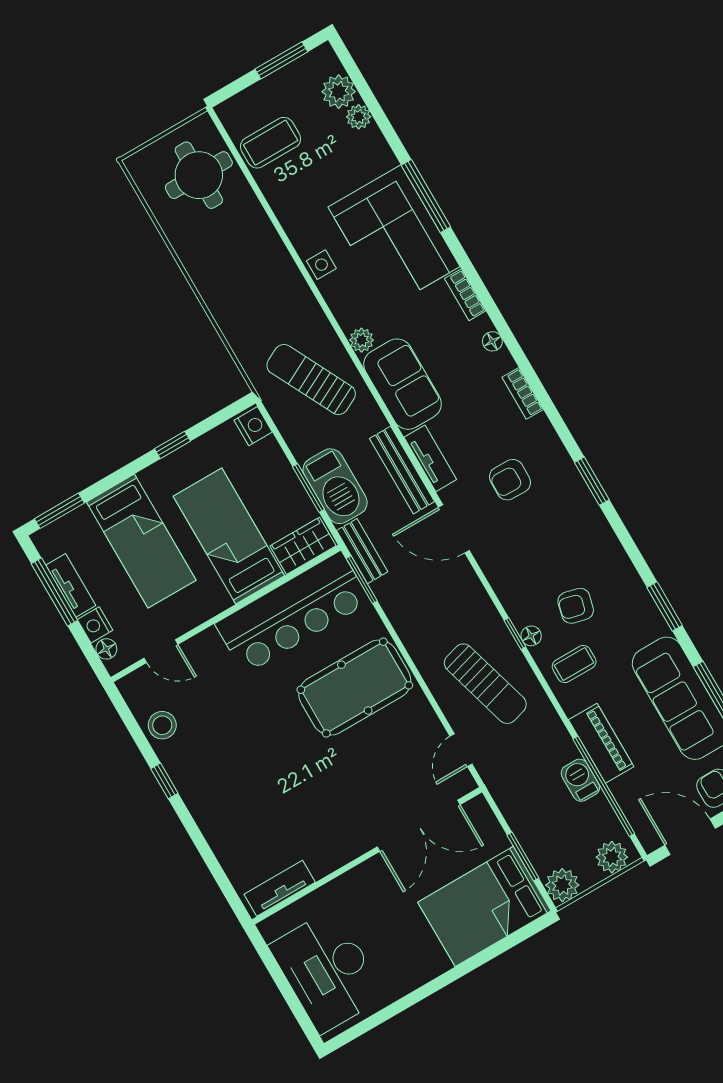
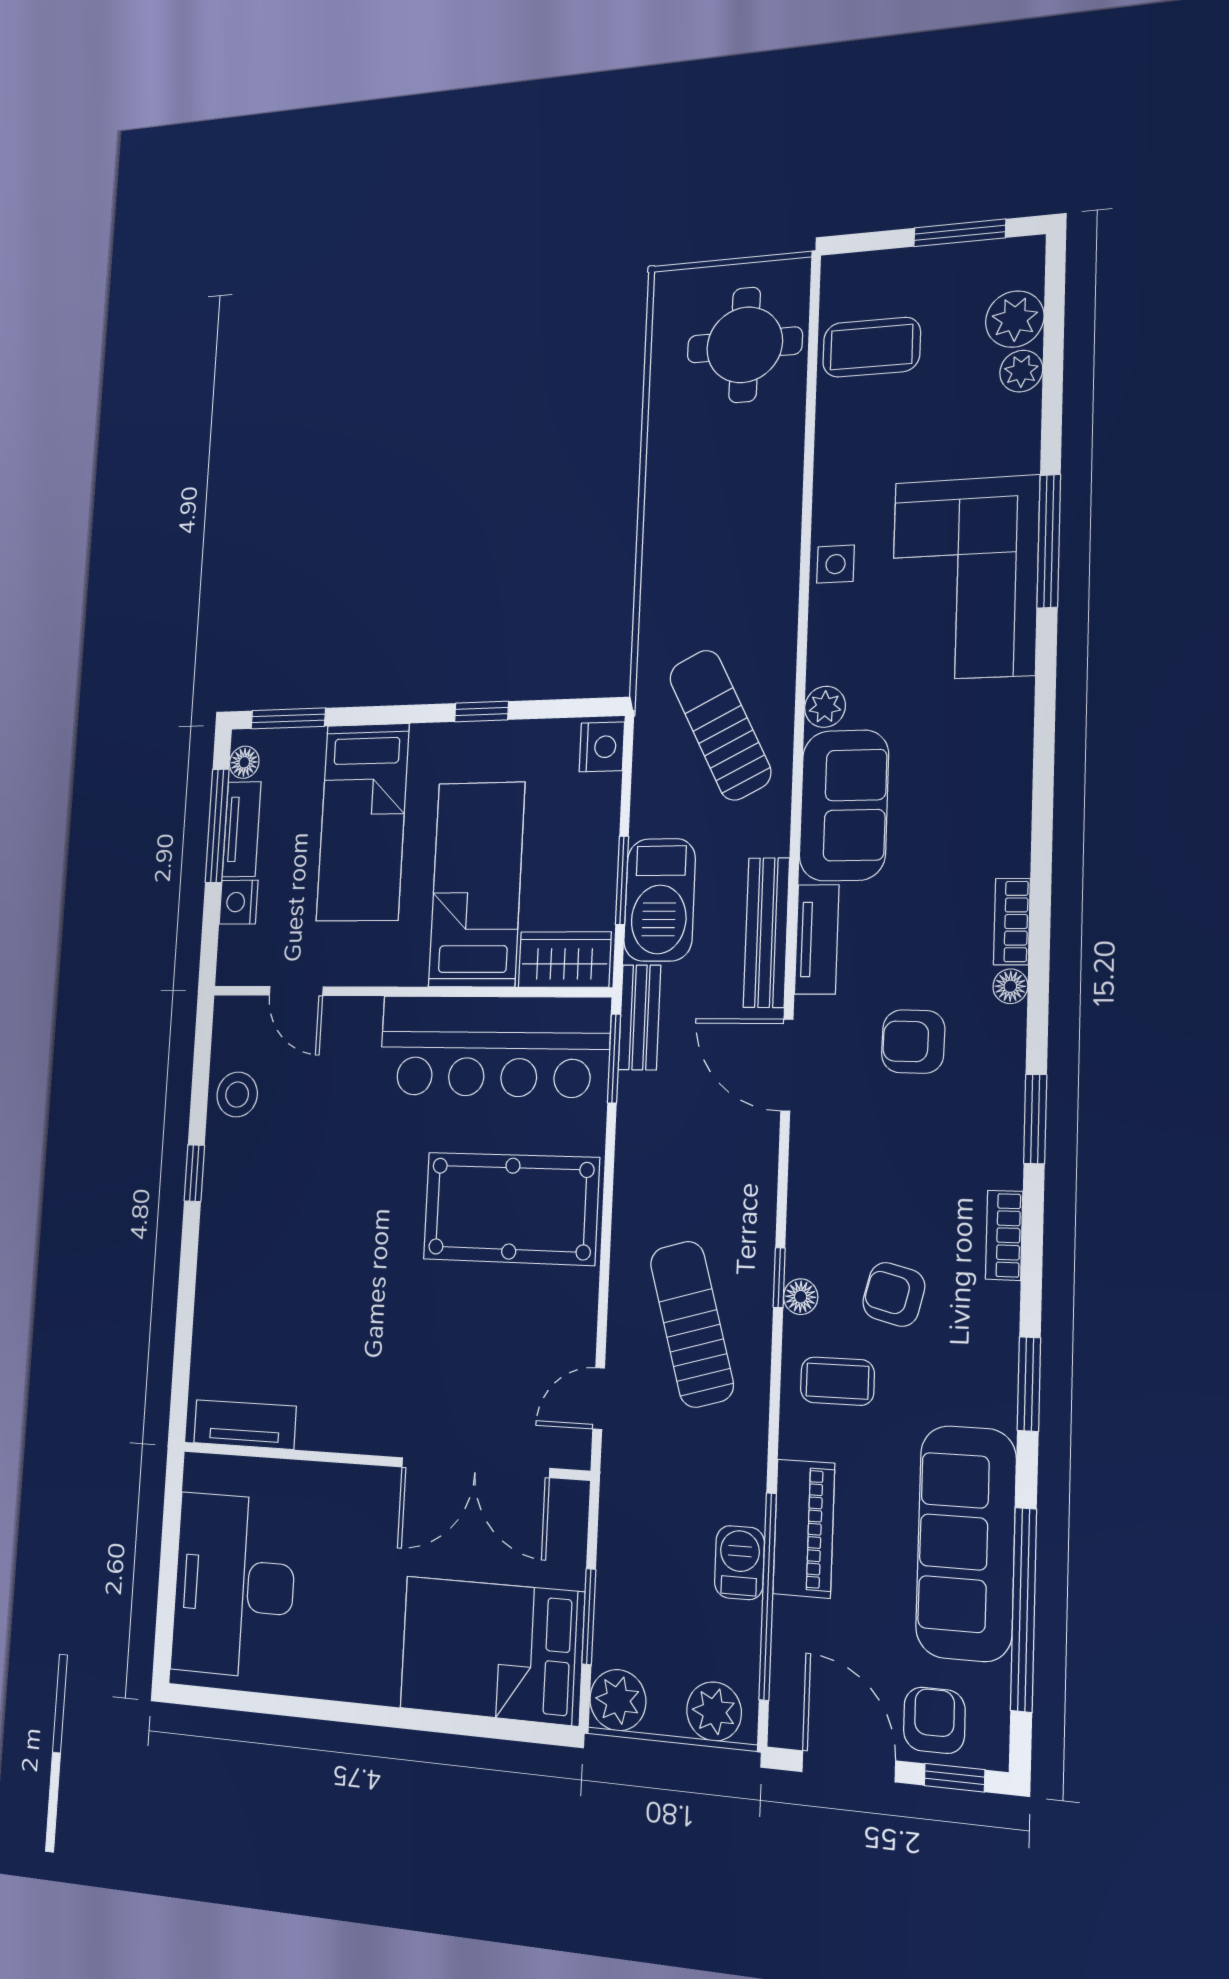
bookcase: (465, 295) -> (1004, 1235), moved
floor lamp: (492, 341) -> (1010, 986), moved
floor lamp: (106, 649) -> (244, 762), moved
sun lounger: (485, 684) -> (692, 1324), turned 180

